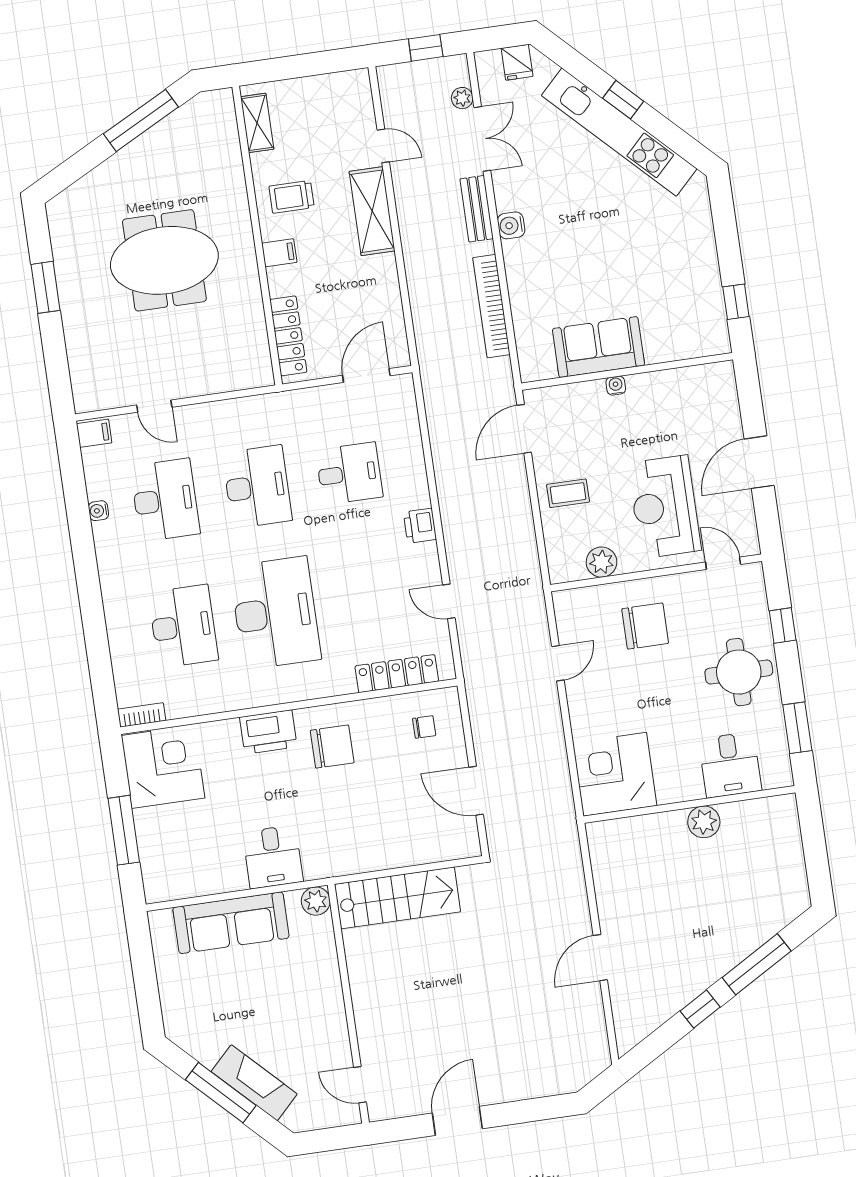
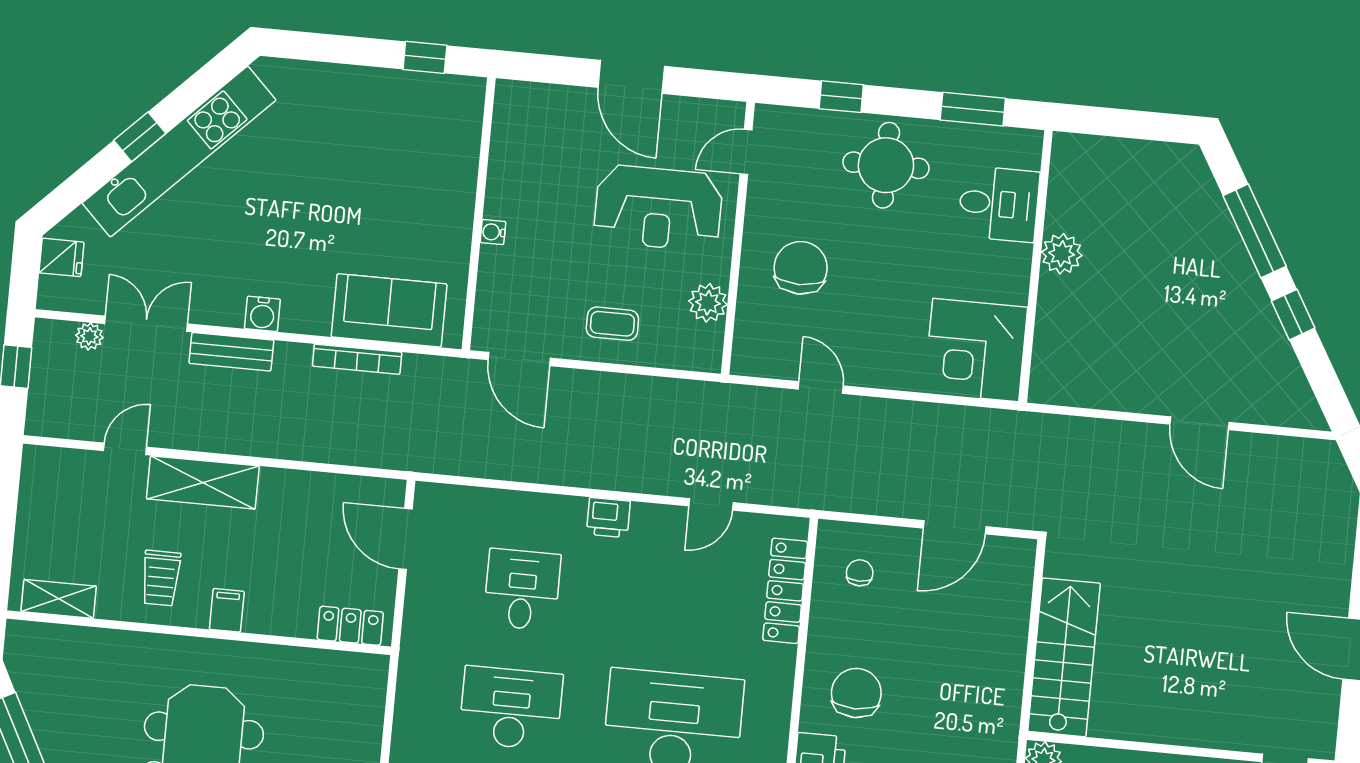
bookcase: (491, 306) -> (357, 359), width x0.68, depth x0.76
locker: (288, 336) -> (350, 626), width x0.66
sofa: (598, 347) -> (389, 310), moved, turned 90
coffee table: (568, 493) -> (612, 324), turned 90

